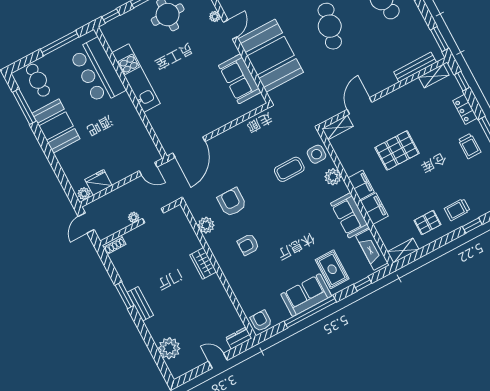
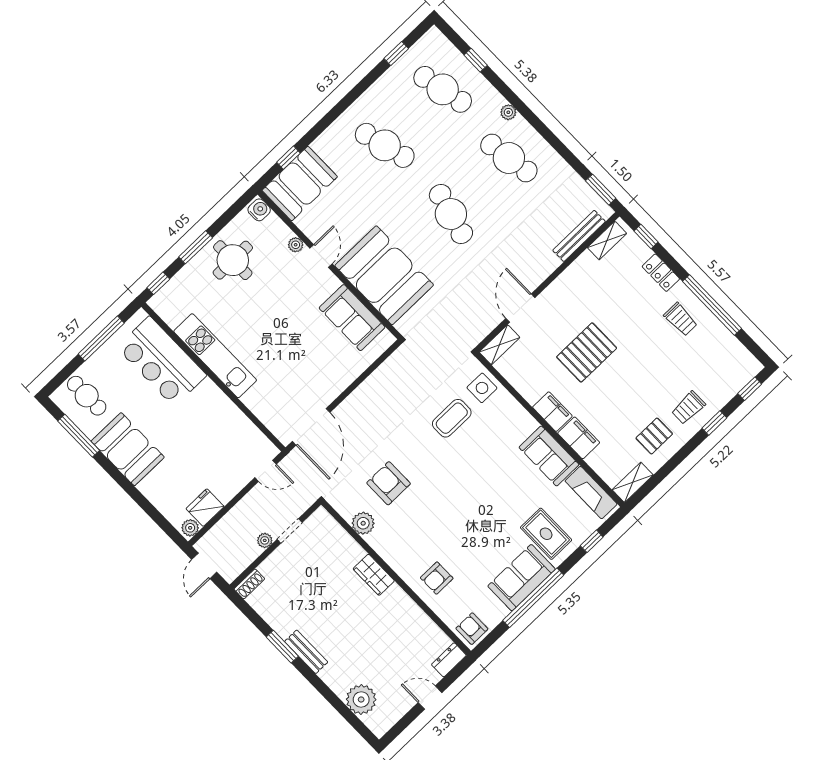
plant: (333, 177) -> (512, 412), removed
armchair: (248, 245) -> (437, 578), moved

